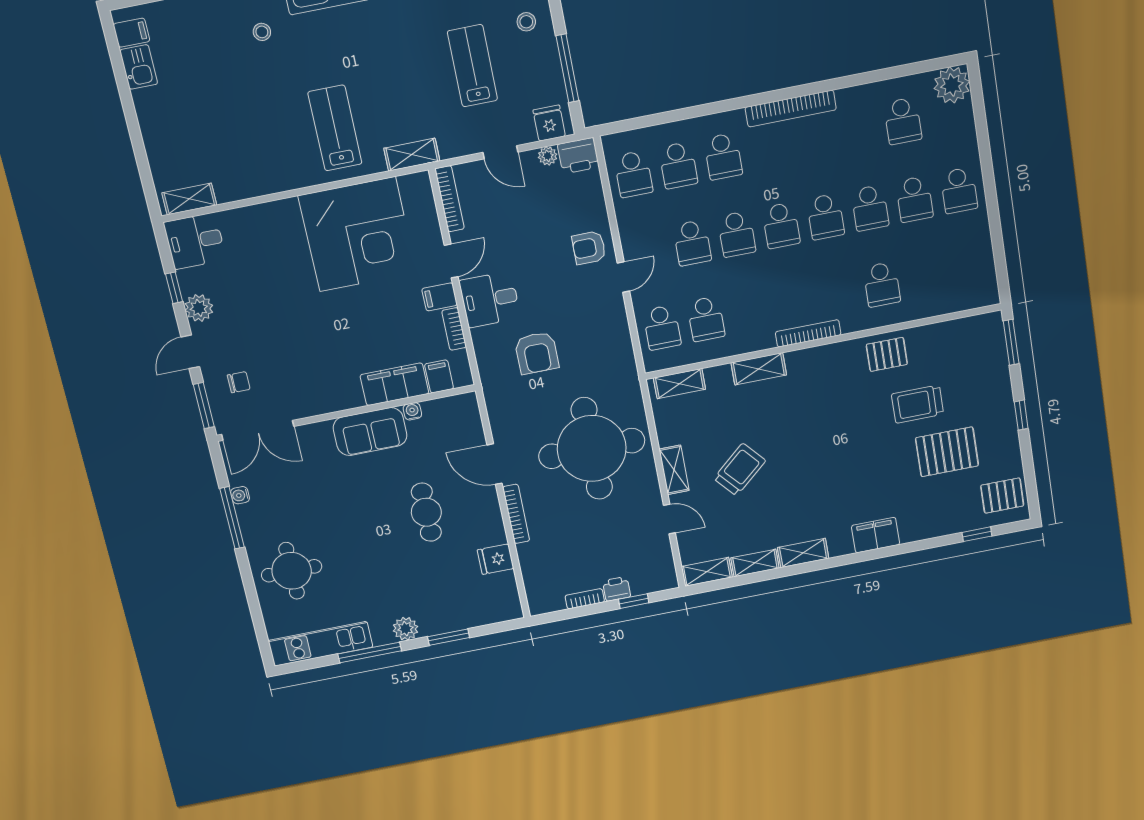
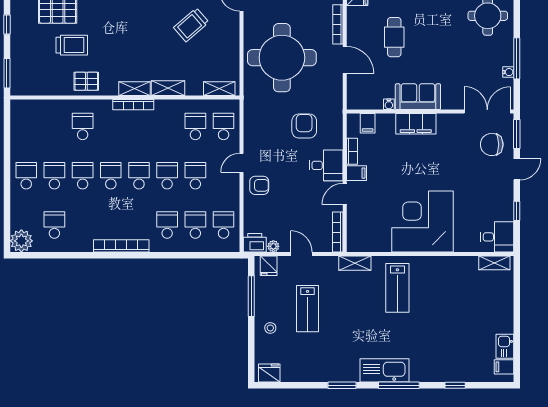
stool: (262, 32) -> (428, 352), removed
corner desk: (357, 234) -> (422, 222), moved
plant: (199, 308) -> (505, 196), removed
chair: (239, 382) -> (492, 144), width x1.87, depth x1.87
filing cabinet: (394, 384) -> (416, 124), moved
shelving: (674, 470) -> (134, 89), moved, turned 90

